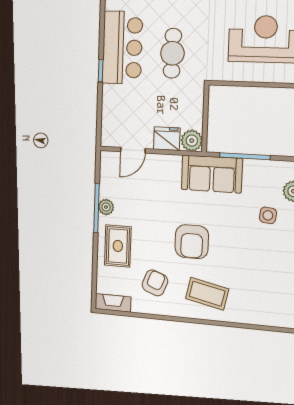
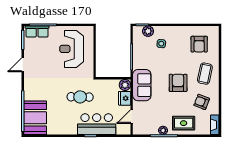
bar counter: (122, 48) -> (97, 124), moved
door: (133, 150) -> (132, 117), swing flipped
sofa: (212, 174) -> (142, 85), moved
armchair: (192, 242) -> (178, 83), turned -90
armchair: (264, 288) -> (199, 44), added

